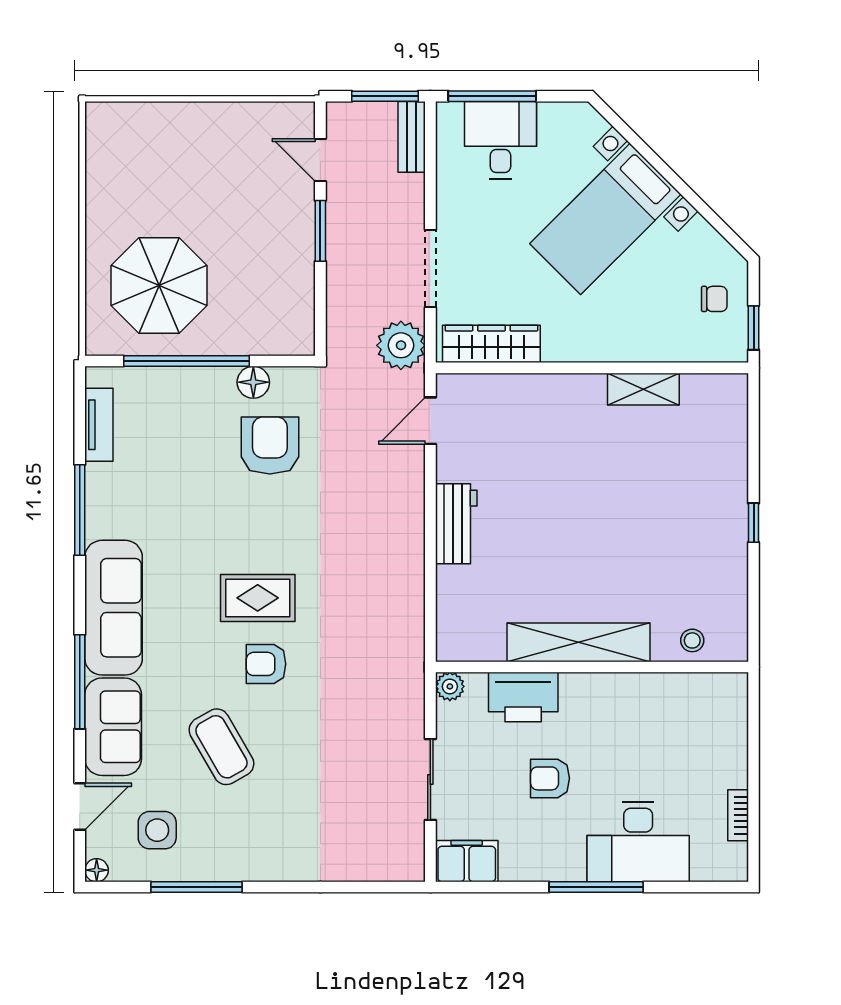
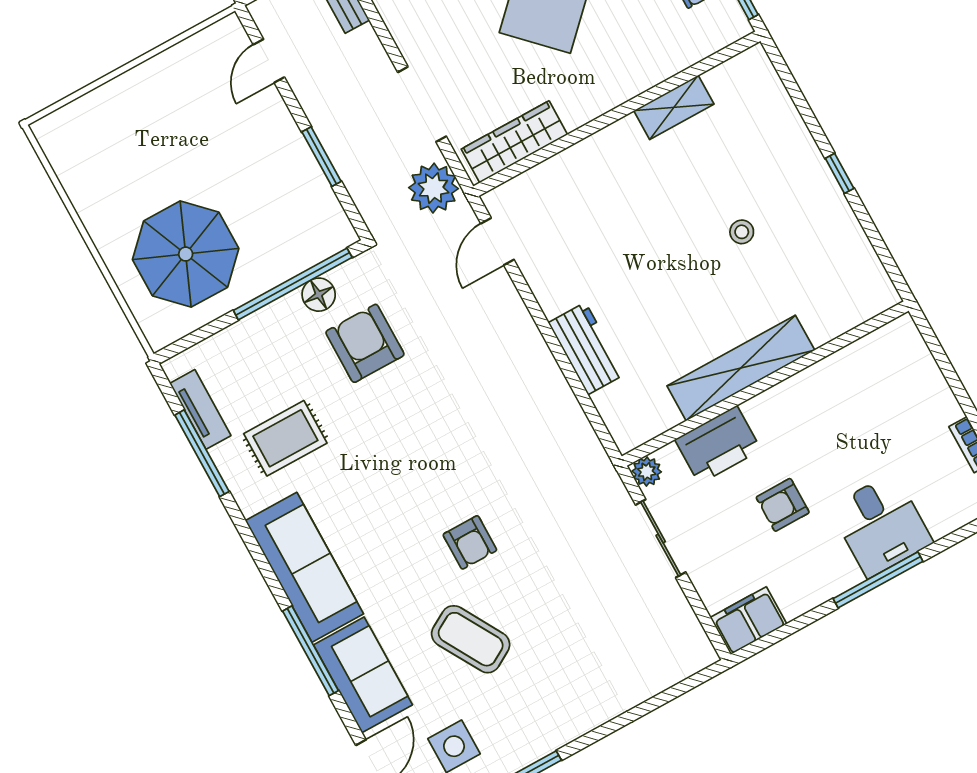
door: (320, 160) -> (269, 61), hinge flipped
window: (320, 231) -> (321, 157), moved
window: (186, 361) -> (293, 284), moved
window: (80, 510) -> (202, 453), moved
workbench: (456, 524) -> (587, 349), moved
rug: (258, 598) -> (285, 438), moved
stool: (692, 640) -> (742, 232), moved
armchair: (266, 664) -> (470, 542), turned -90
sliding door: (430, 780) -> (661, 539), moved
desk: (638, 842) -> (881, 525), width x0.73

